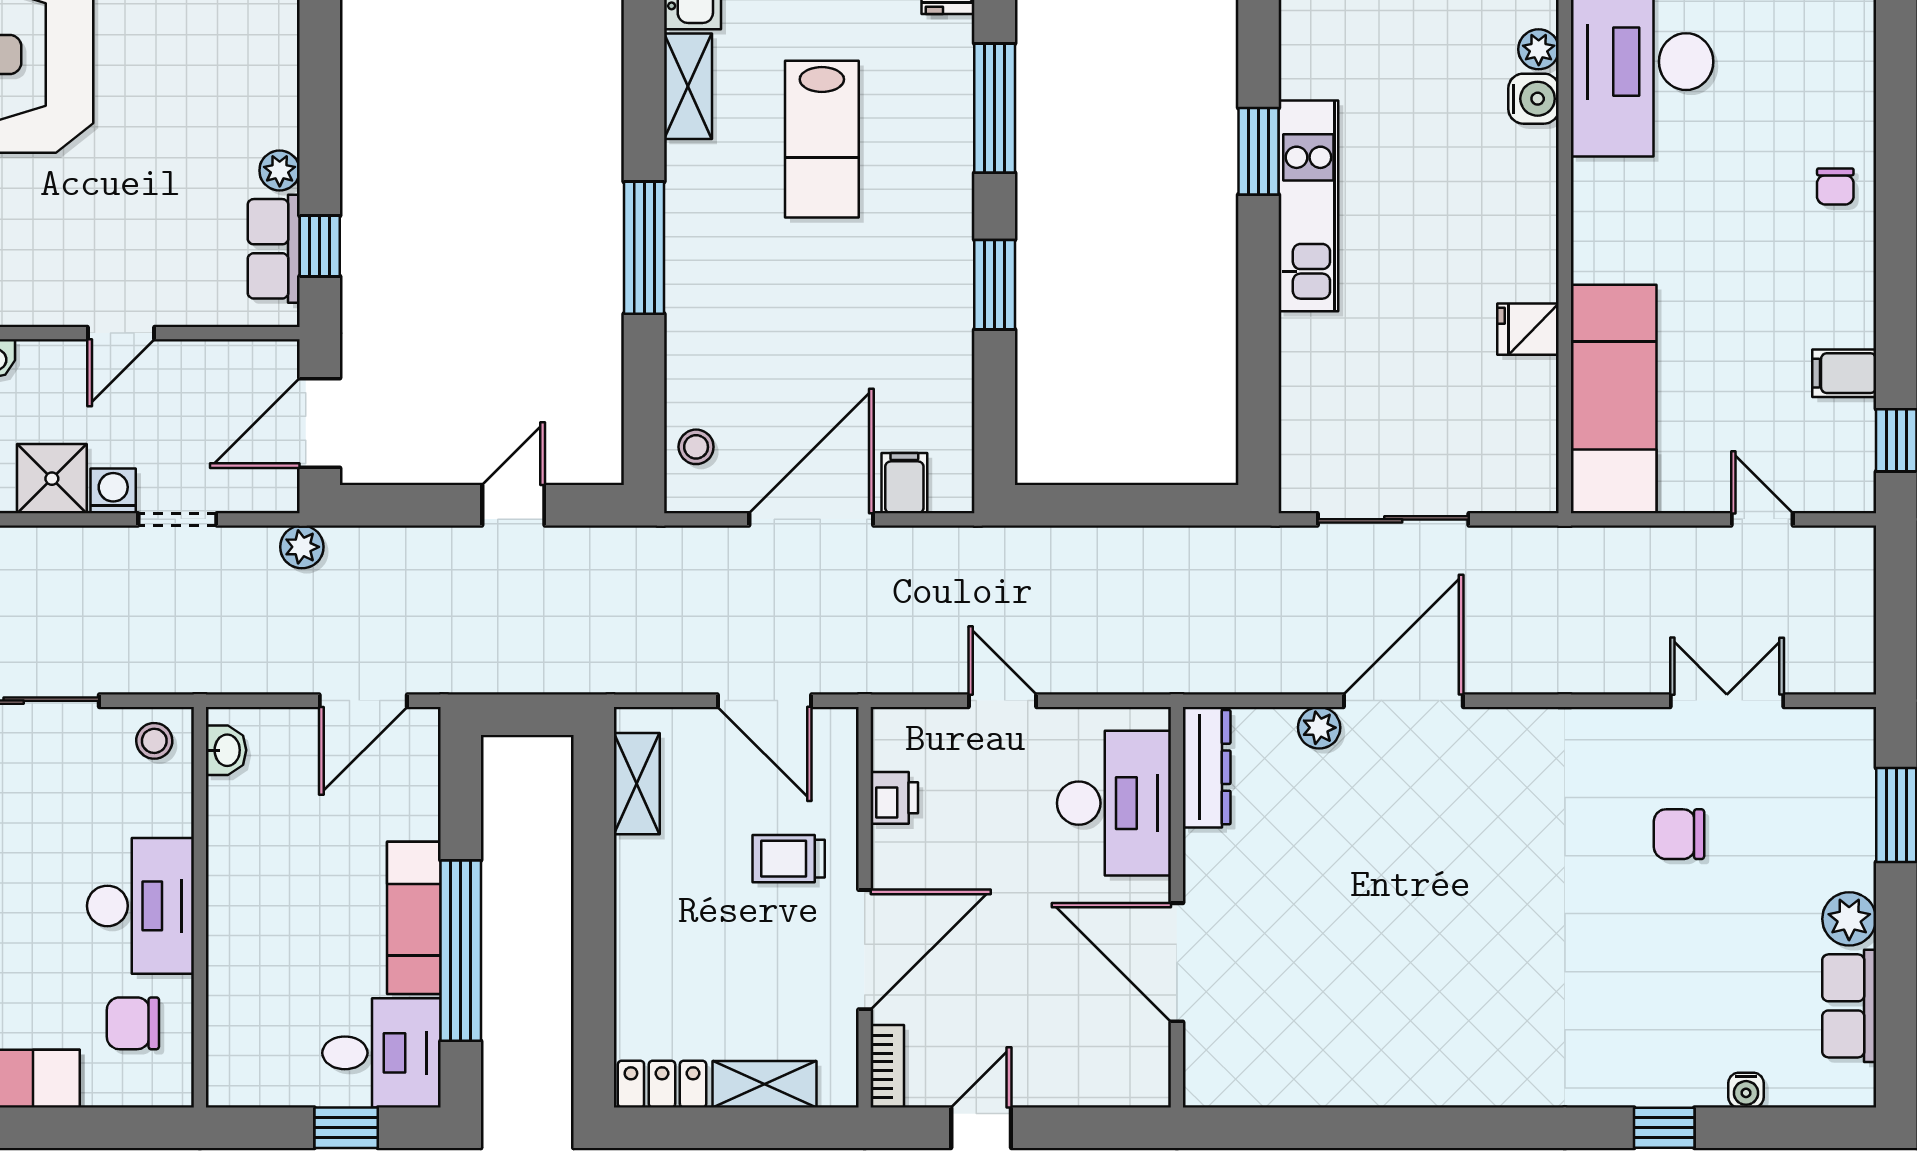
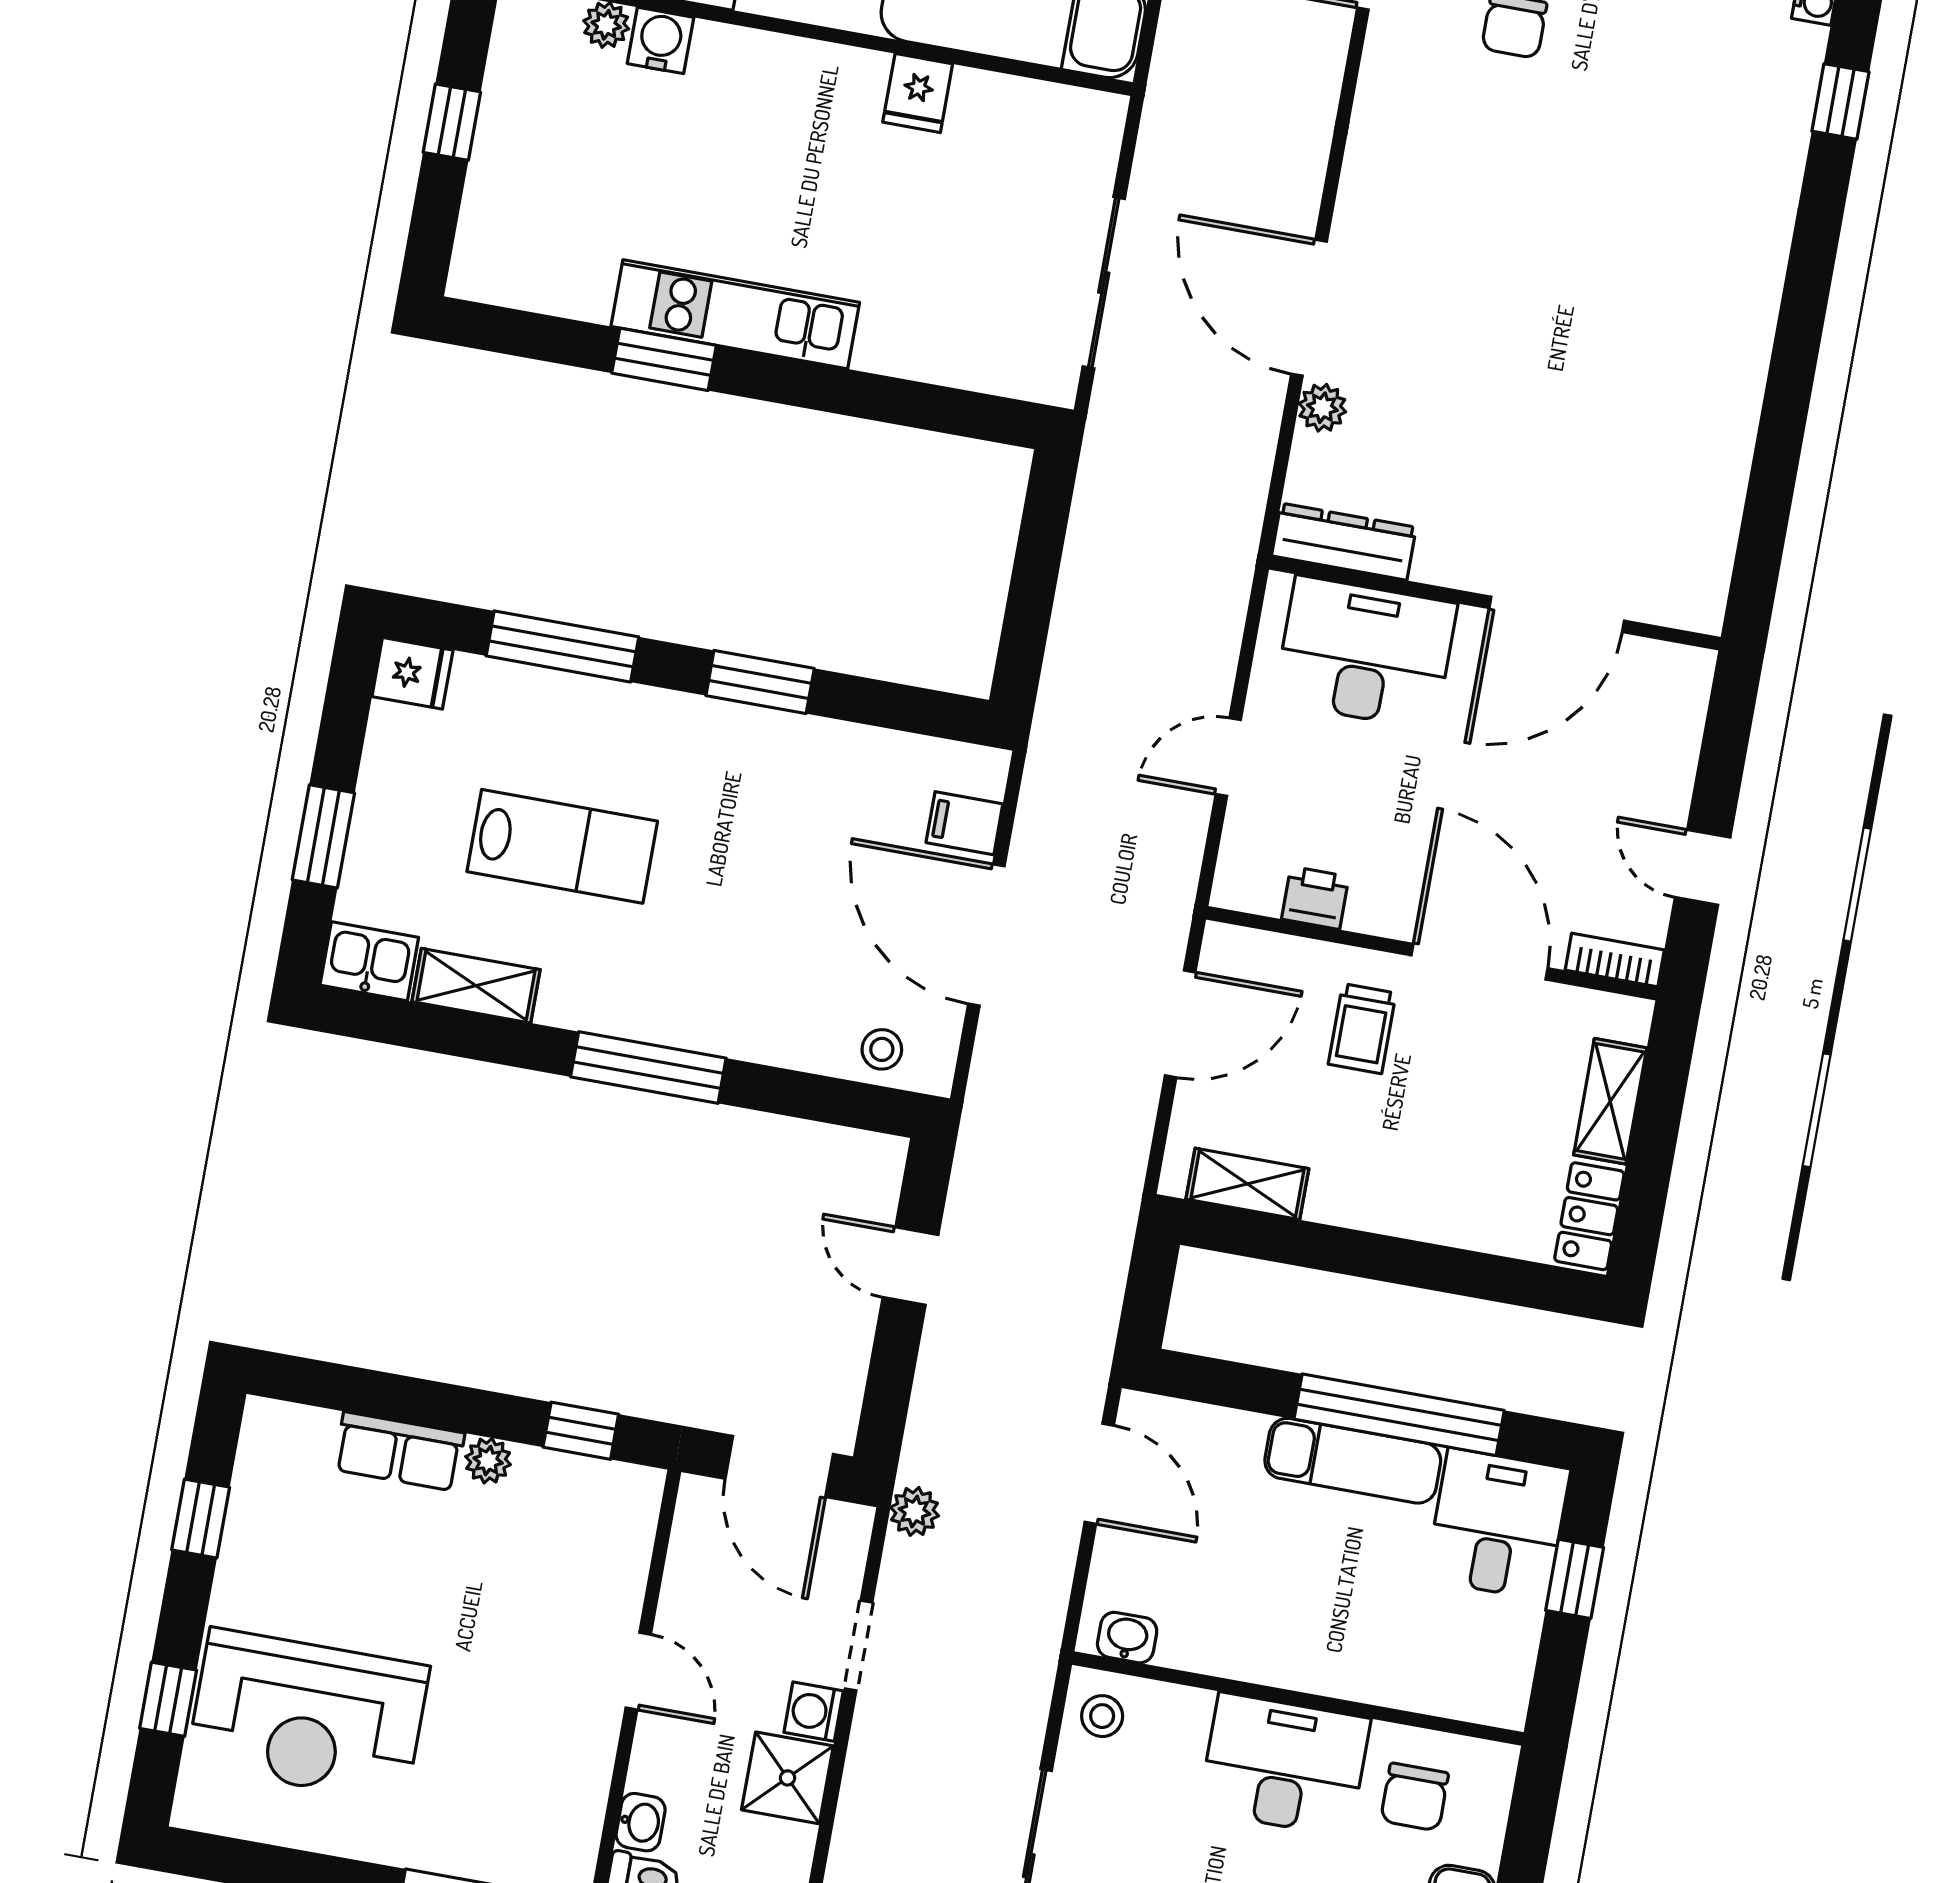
row of seats: (274, 249) -> (399, 1451), moved

